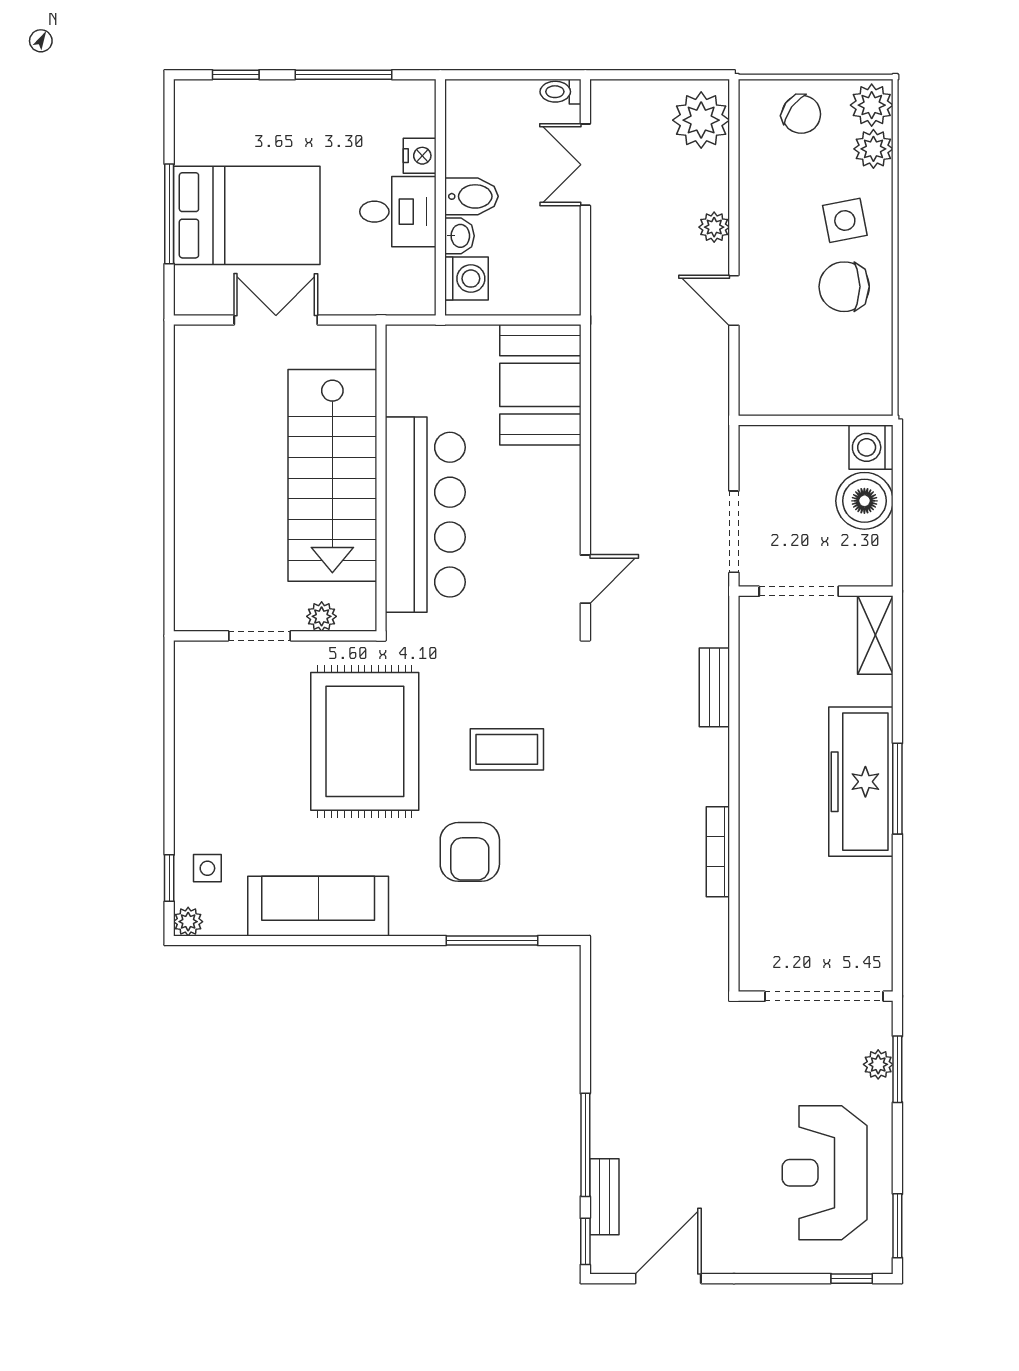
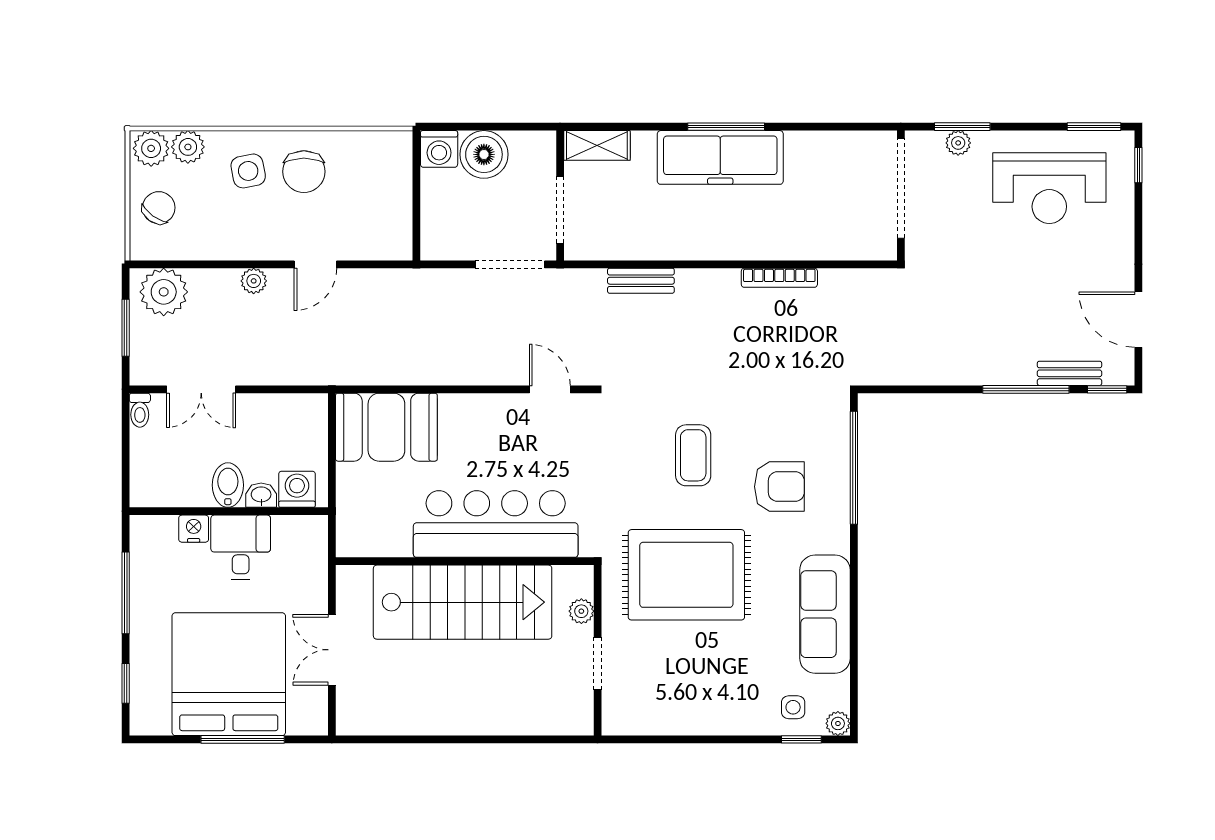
window: (659, 75) -> (126, 328), added
bed: (247, 215) -> (229, 674), width x1.36
window: (492, 940) -> (854, 468), width x1.46

